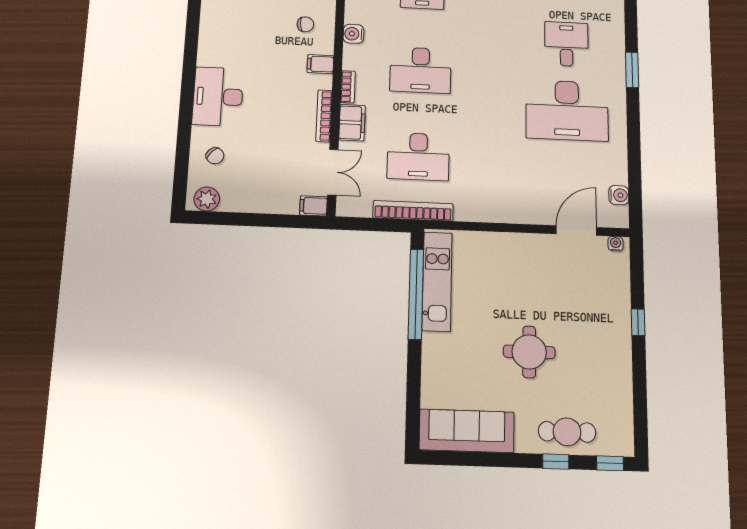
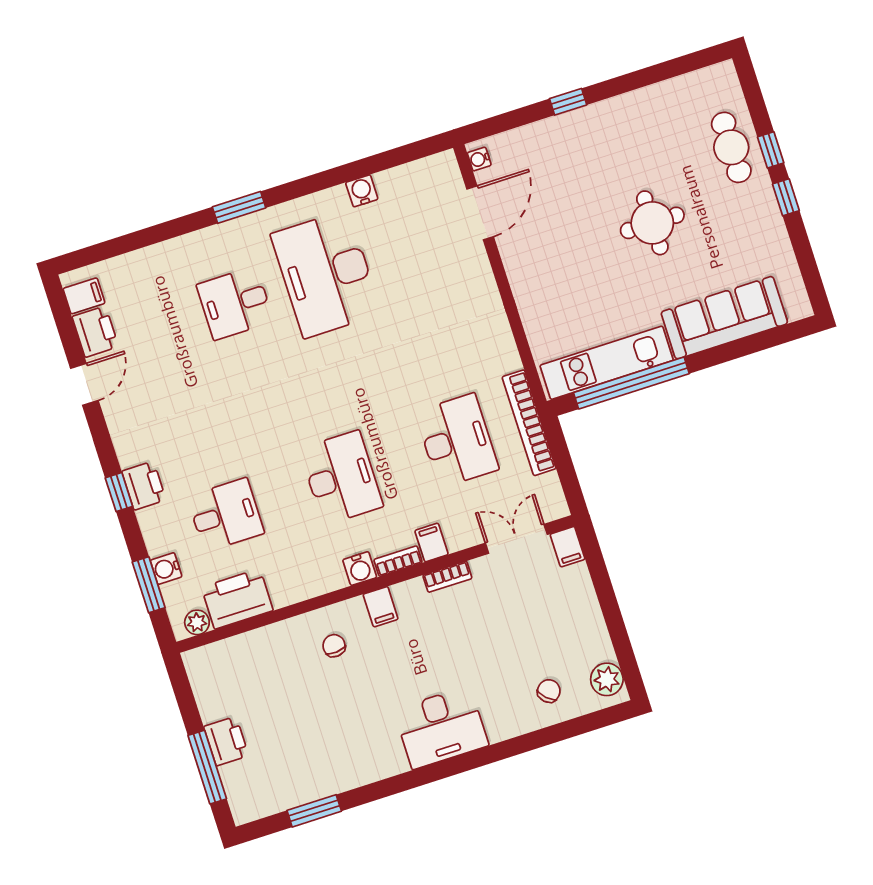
water cooler: (353, 34) -> (360, 569), moved
desk: (218, 97) -> (441, 727), moved
desk: (567, 110) -> (326, 274), turned 180
bookcase: (324, 116) -> (447, 577), width x0.64
filing cabinet: (352, 123) -> (431, 542), width x0.50
water cooler: (619, 195) -> (362, 191), moved
door: (576, 231) -> (480, 213), swing flipped
sofa: (467, 431) -> (724, 318), moved, turned 90
window: (610, 463) -> (786, 197), moved

